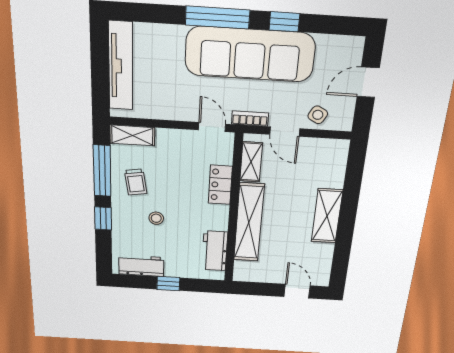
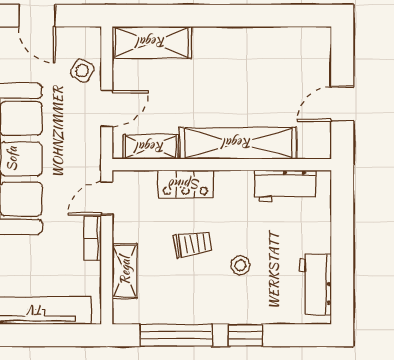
bookcase: (250, 119) -> (92, 238), moved
shelving: (132, 135) -> (125, 271), moved
trolley: (136, 182) -> (193, 244), moved
shelving: (327, 216) -> (152, 42), moved
window: (168, 284) -> (342, 247), removed
door: (297, 291) -> (342, 104), moved

